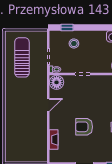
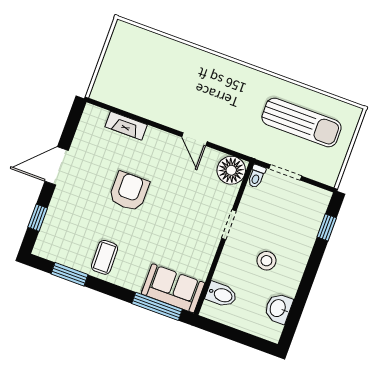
stool: (74, 43) -> (266, 261), moved

